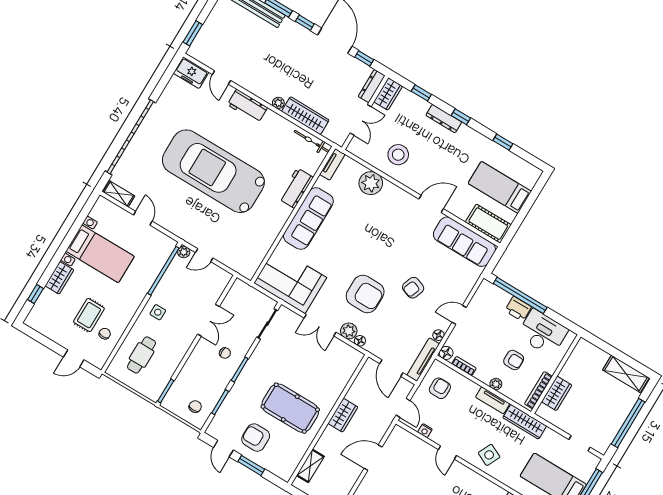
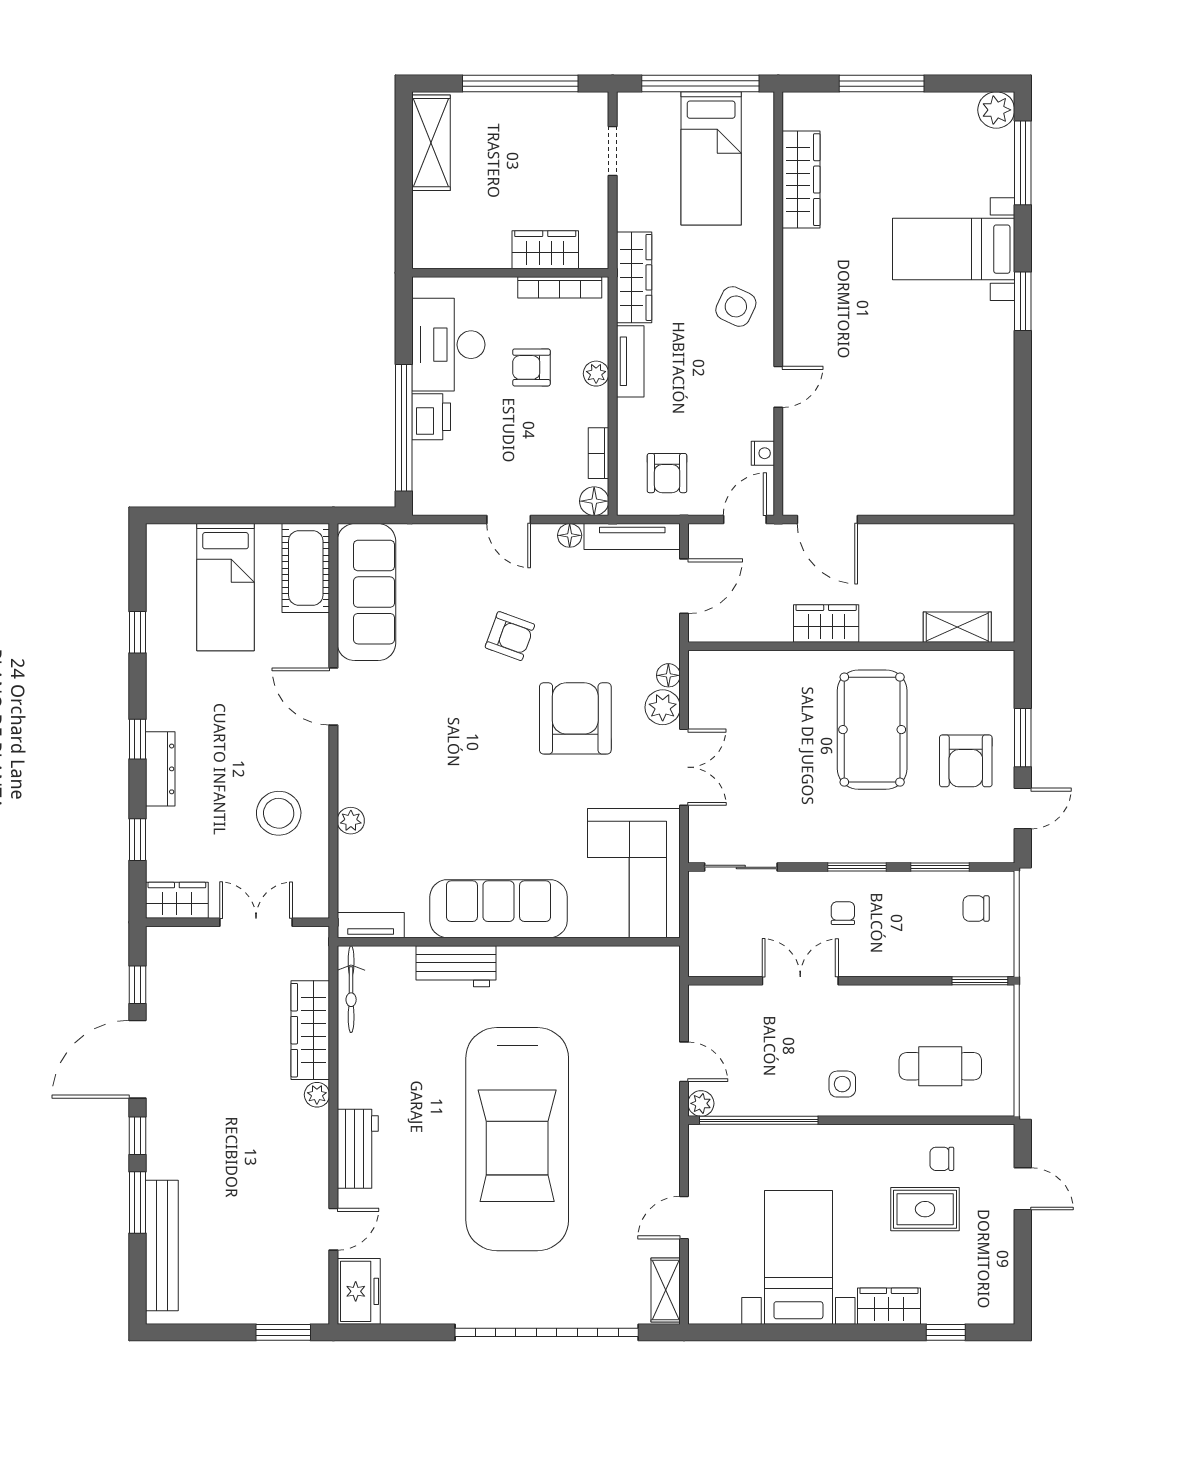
dresser: (372, 86) -> (181, 940), removed
plant: (371, 183) -> (351, 821), width x0.53, depth x0.53
armchair: (514, 360) -> (531, 367), turned -90
armchair: (440, 388) -> (667, 473), turned -90
door: (373, 458) -> (827, 520), moved

